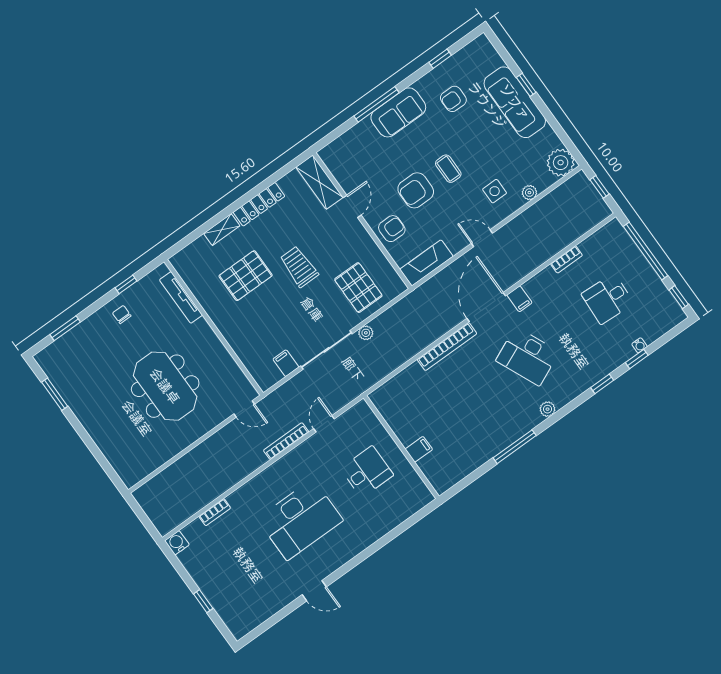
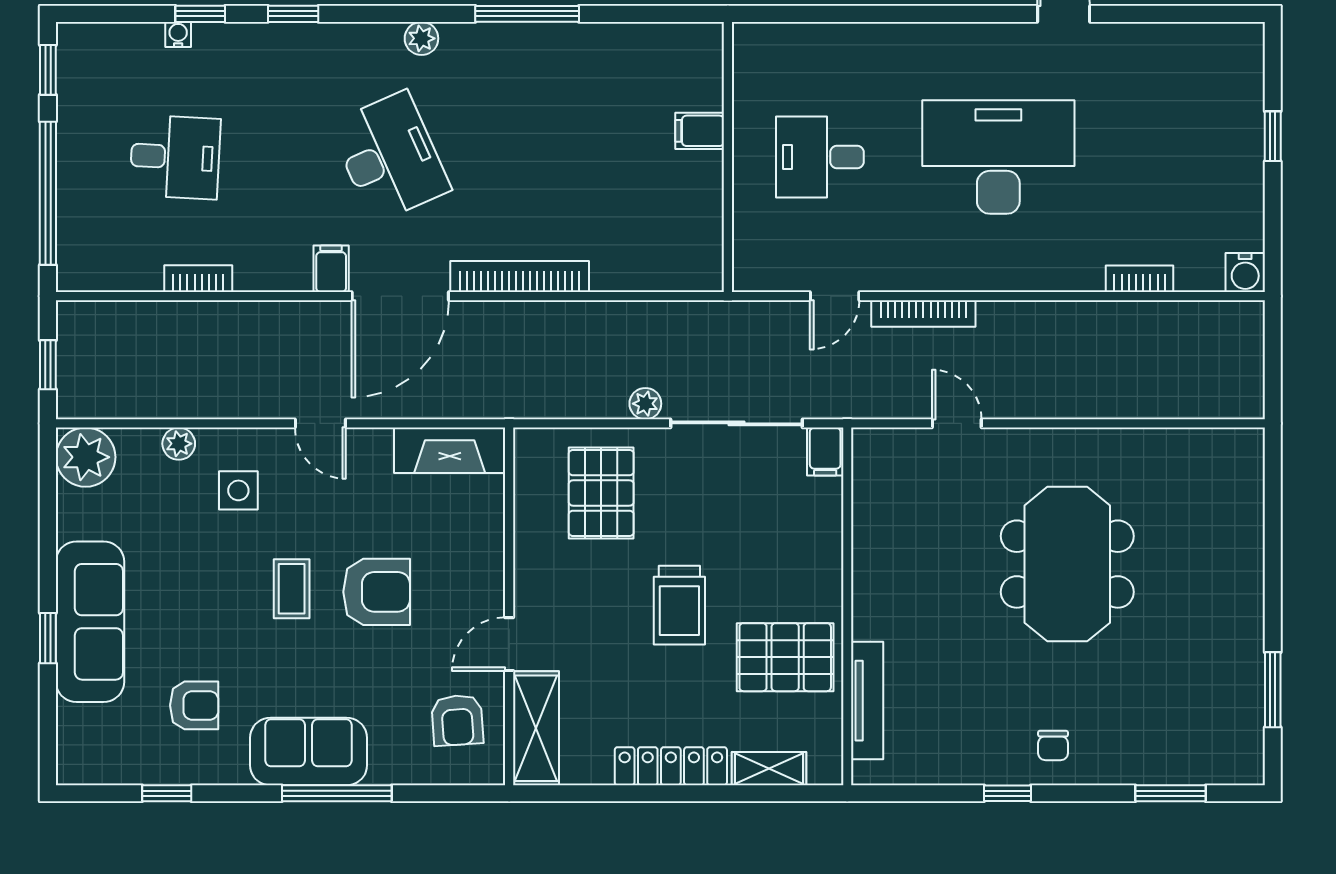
armchair: (392, 229) -> (457, 720), moved, turned -94
tv unit: (181, 297) -> (867, 701), moved
wall: (214, 327) -> (847, 606), moved

